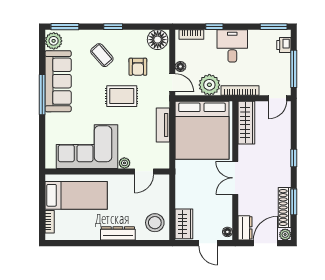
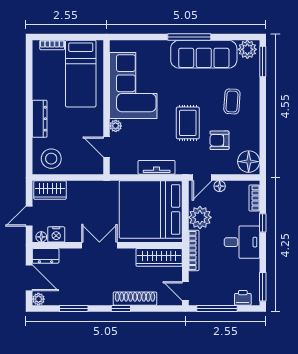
window: (113, 27) -> (263, 114), removed
coffee table: (102, 55) -> (232, 101), turned -45
shoe rack: (285, 208) -> (135, 299), moved
nightstand: (225, 218) -> (56, 234), added

